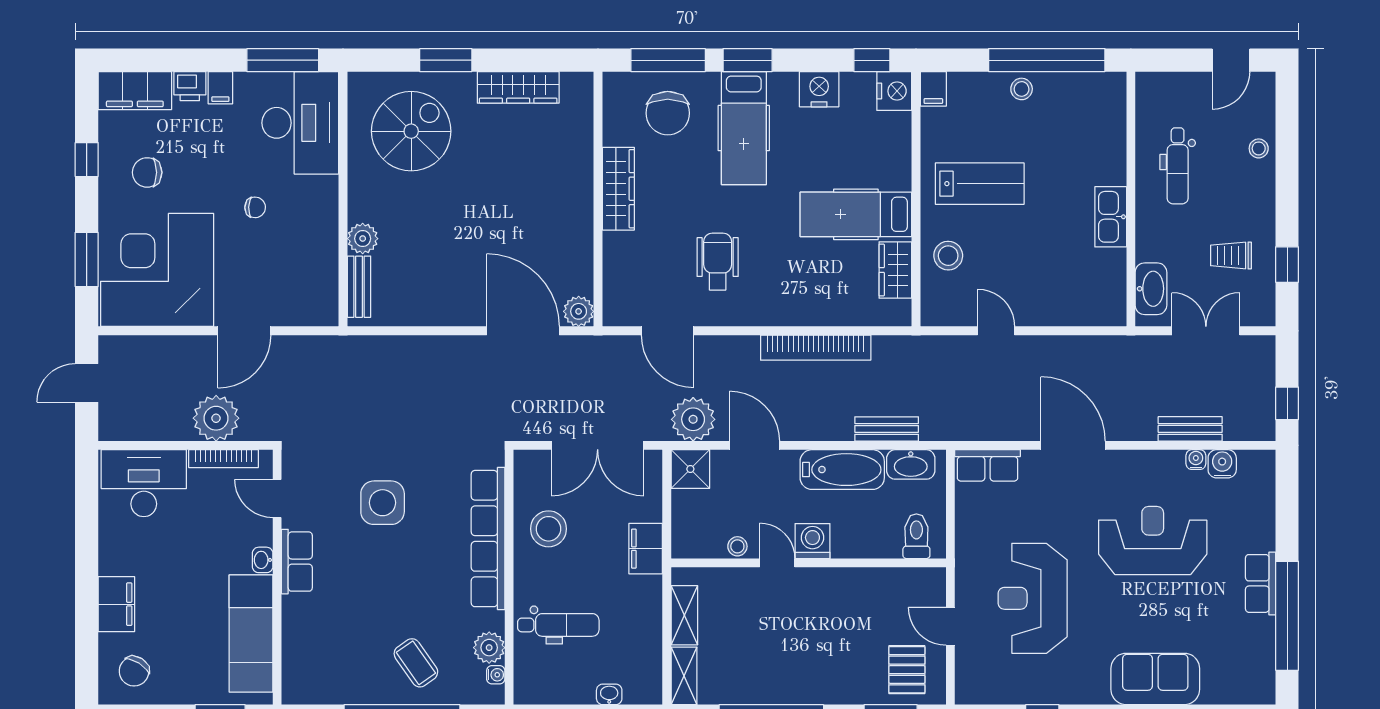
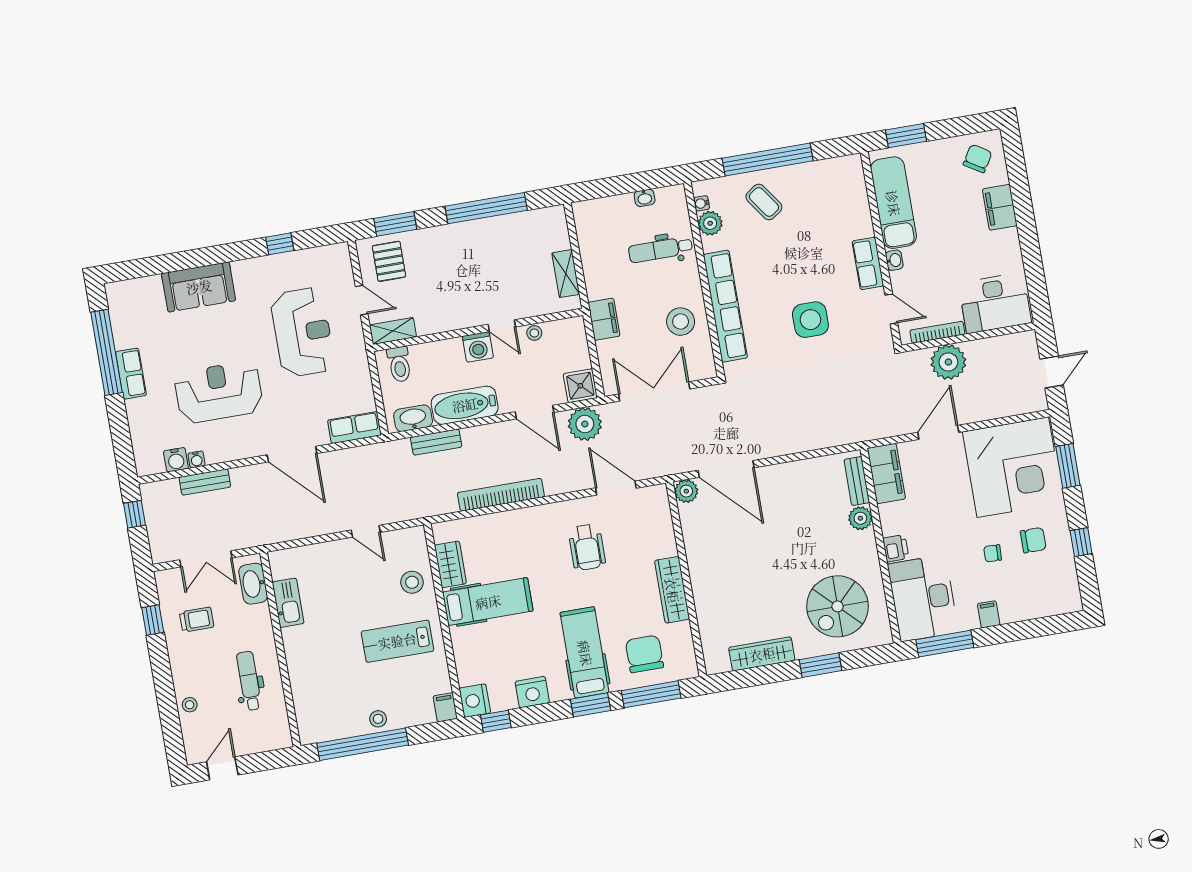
printer: (190, 86) -> (896, 548), moved, turned 90
filing cabinet: (135, 91) -> (886, 473), moved, turned 90
chair: (255, 207) -> (993, 553), moved
kitchen sink: (1111, 217) -> (288, 603), moved
reception desk: (1153, 541) -> (219, 392), turned 180
shelving: (684, 676) -> (393, 331), moved, turned 90
washbasin: (609, 694) -> (645, 198), moved

